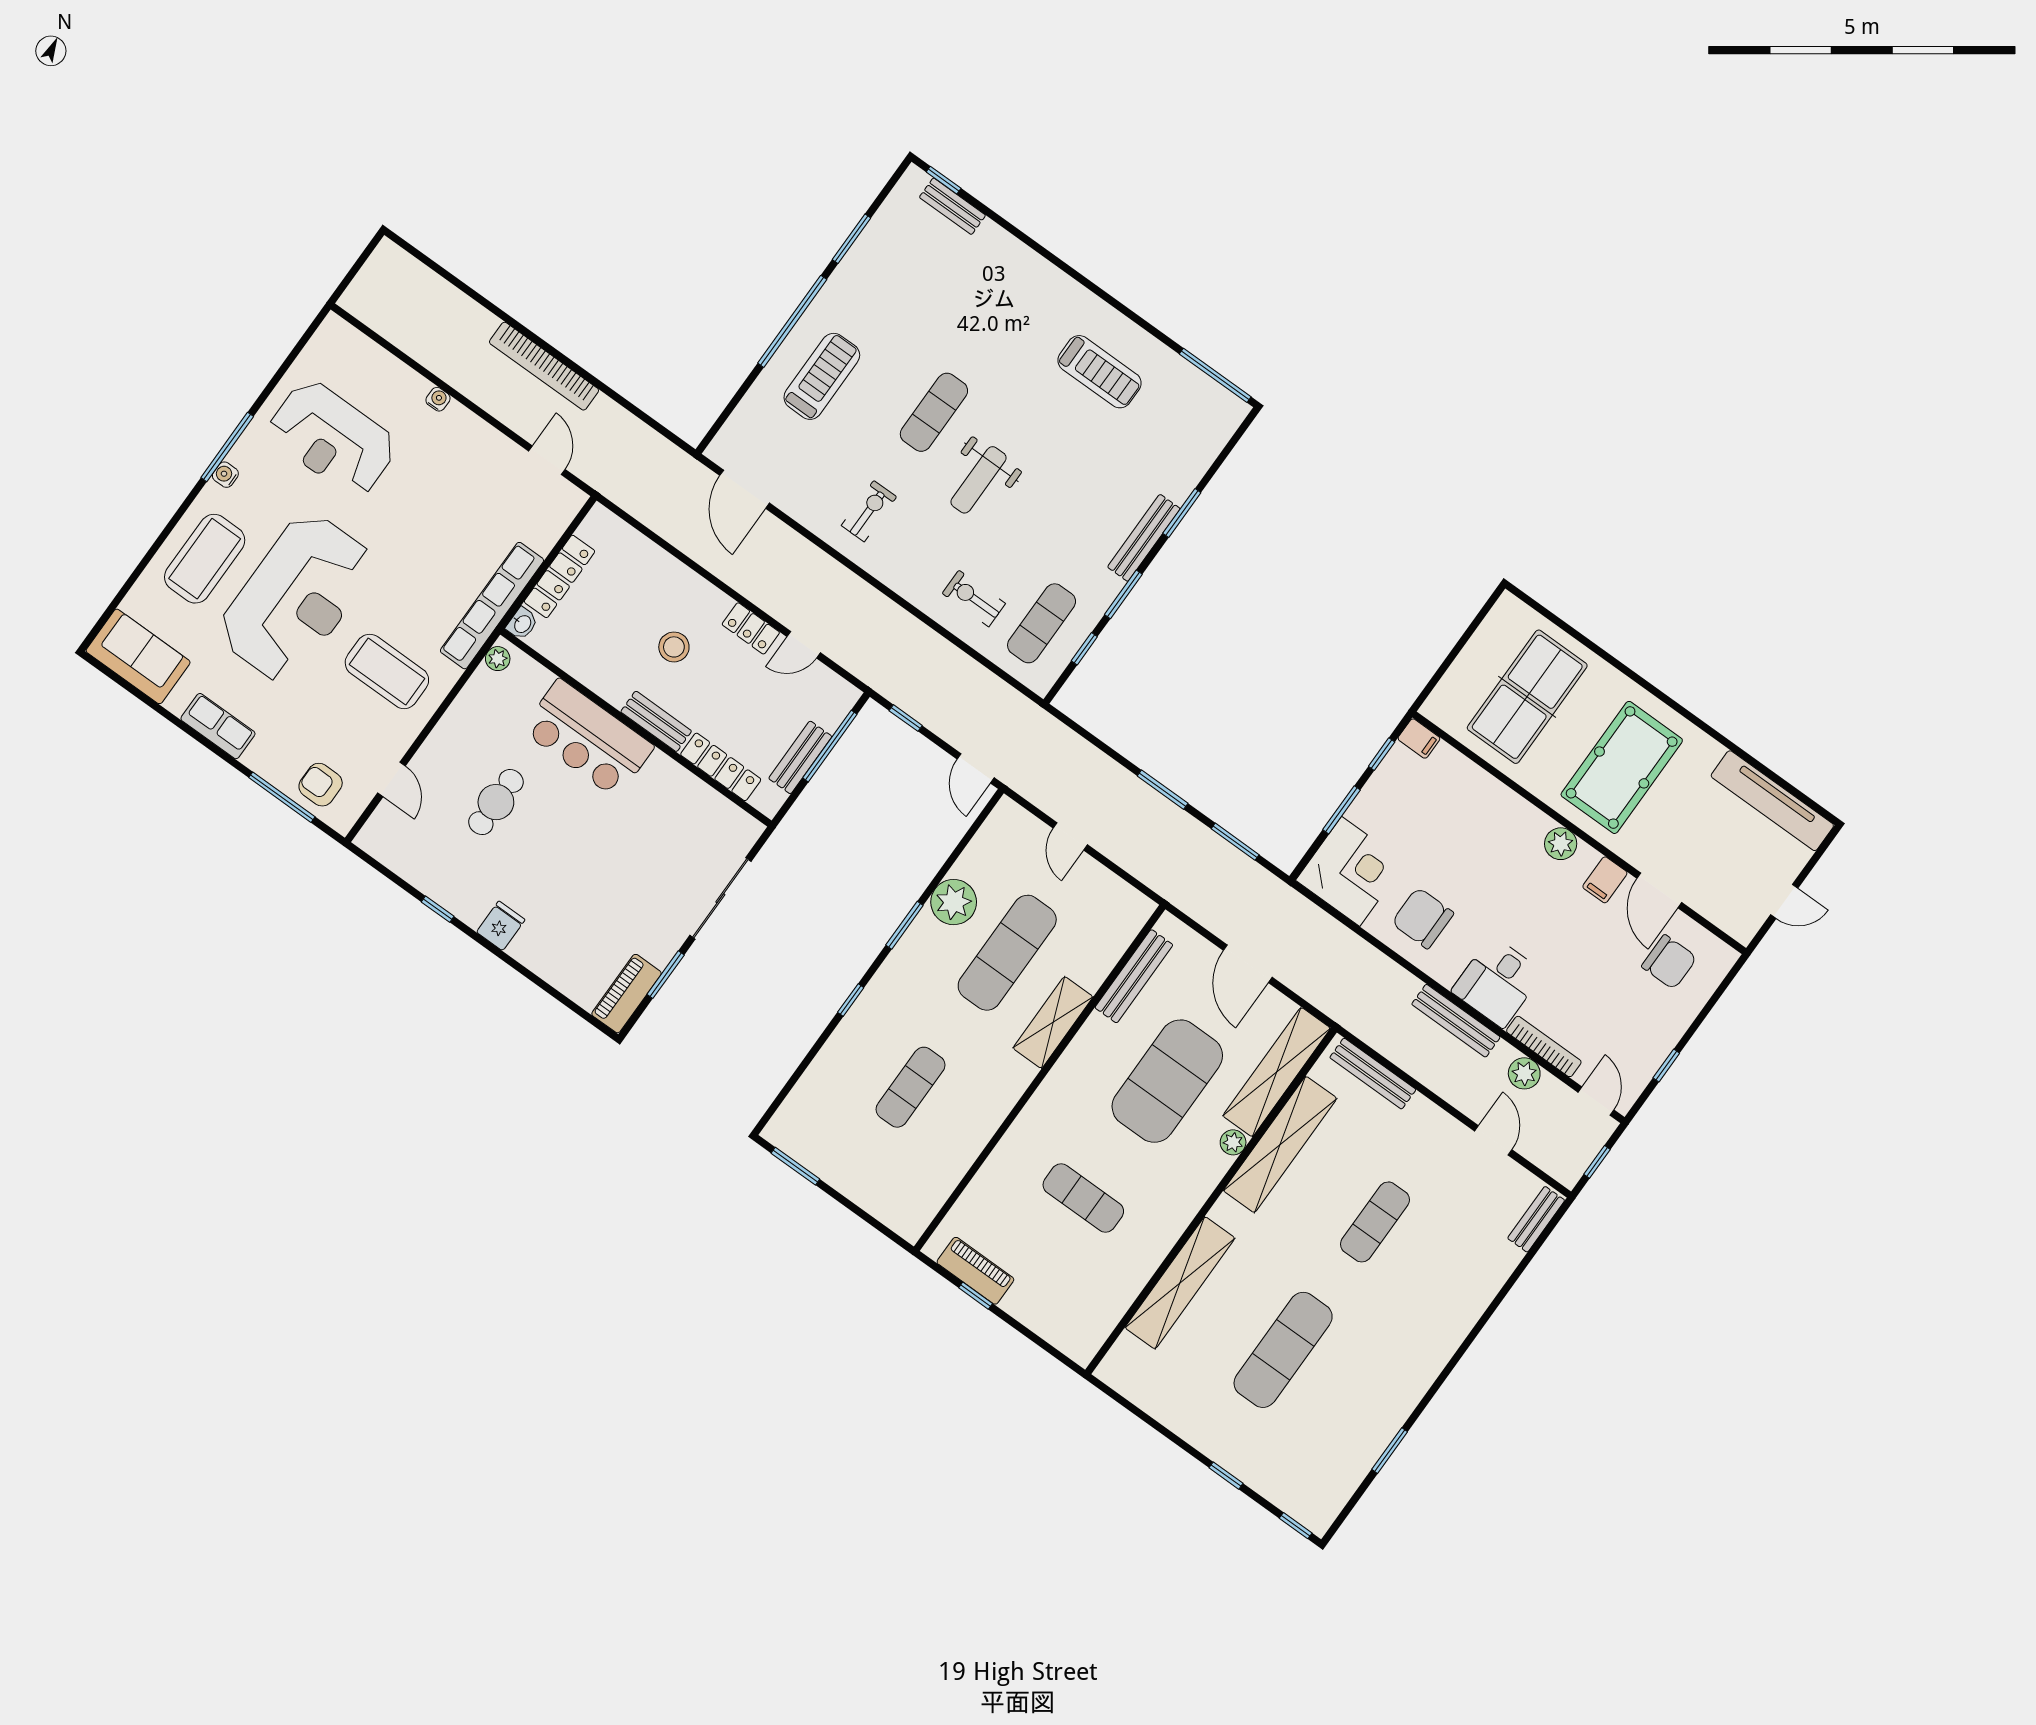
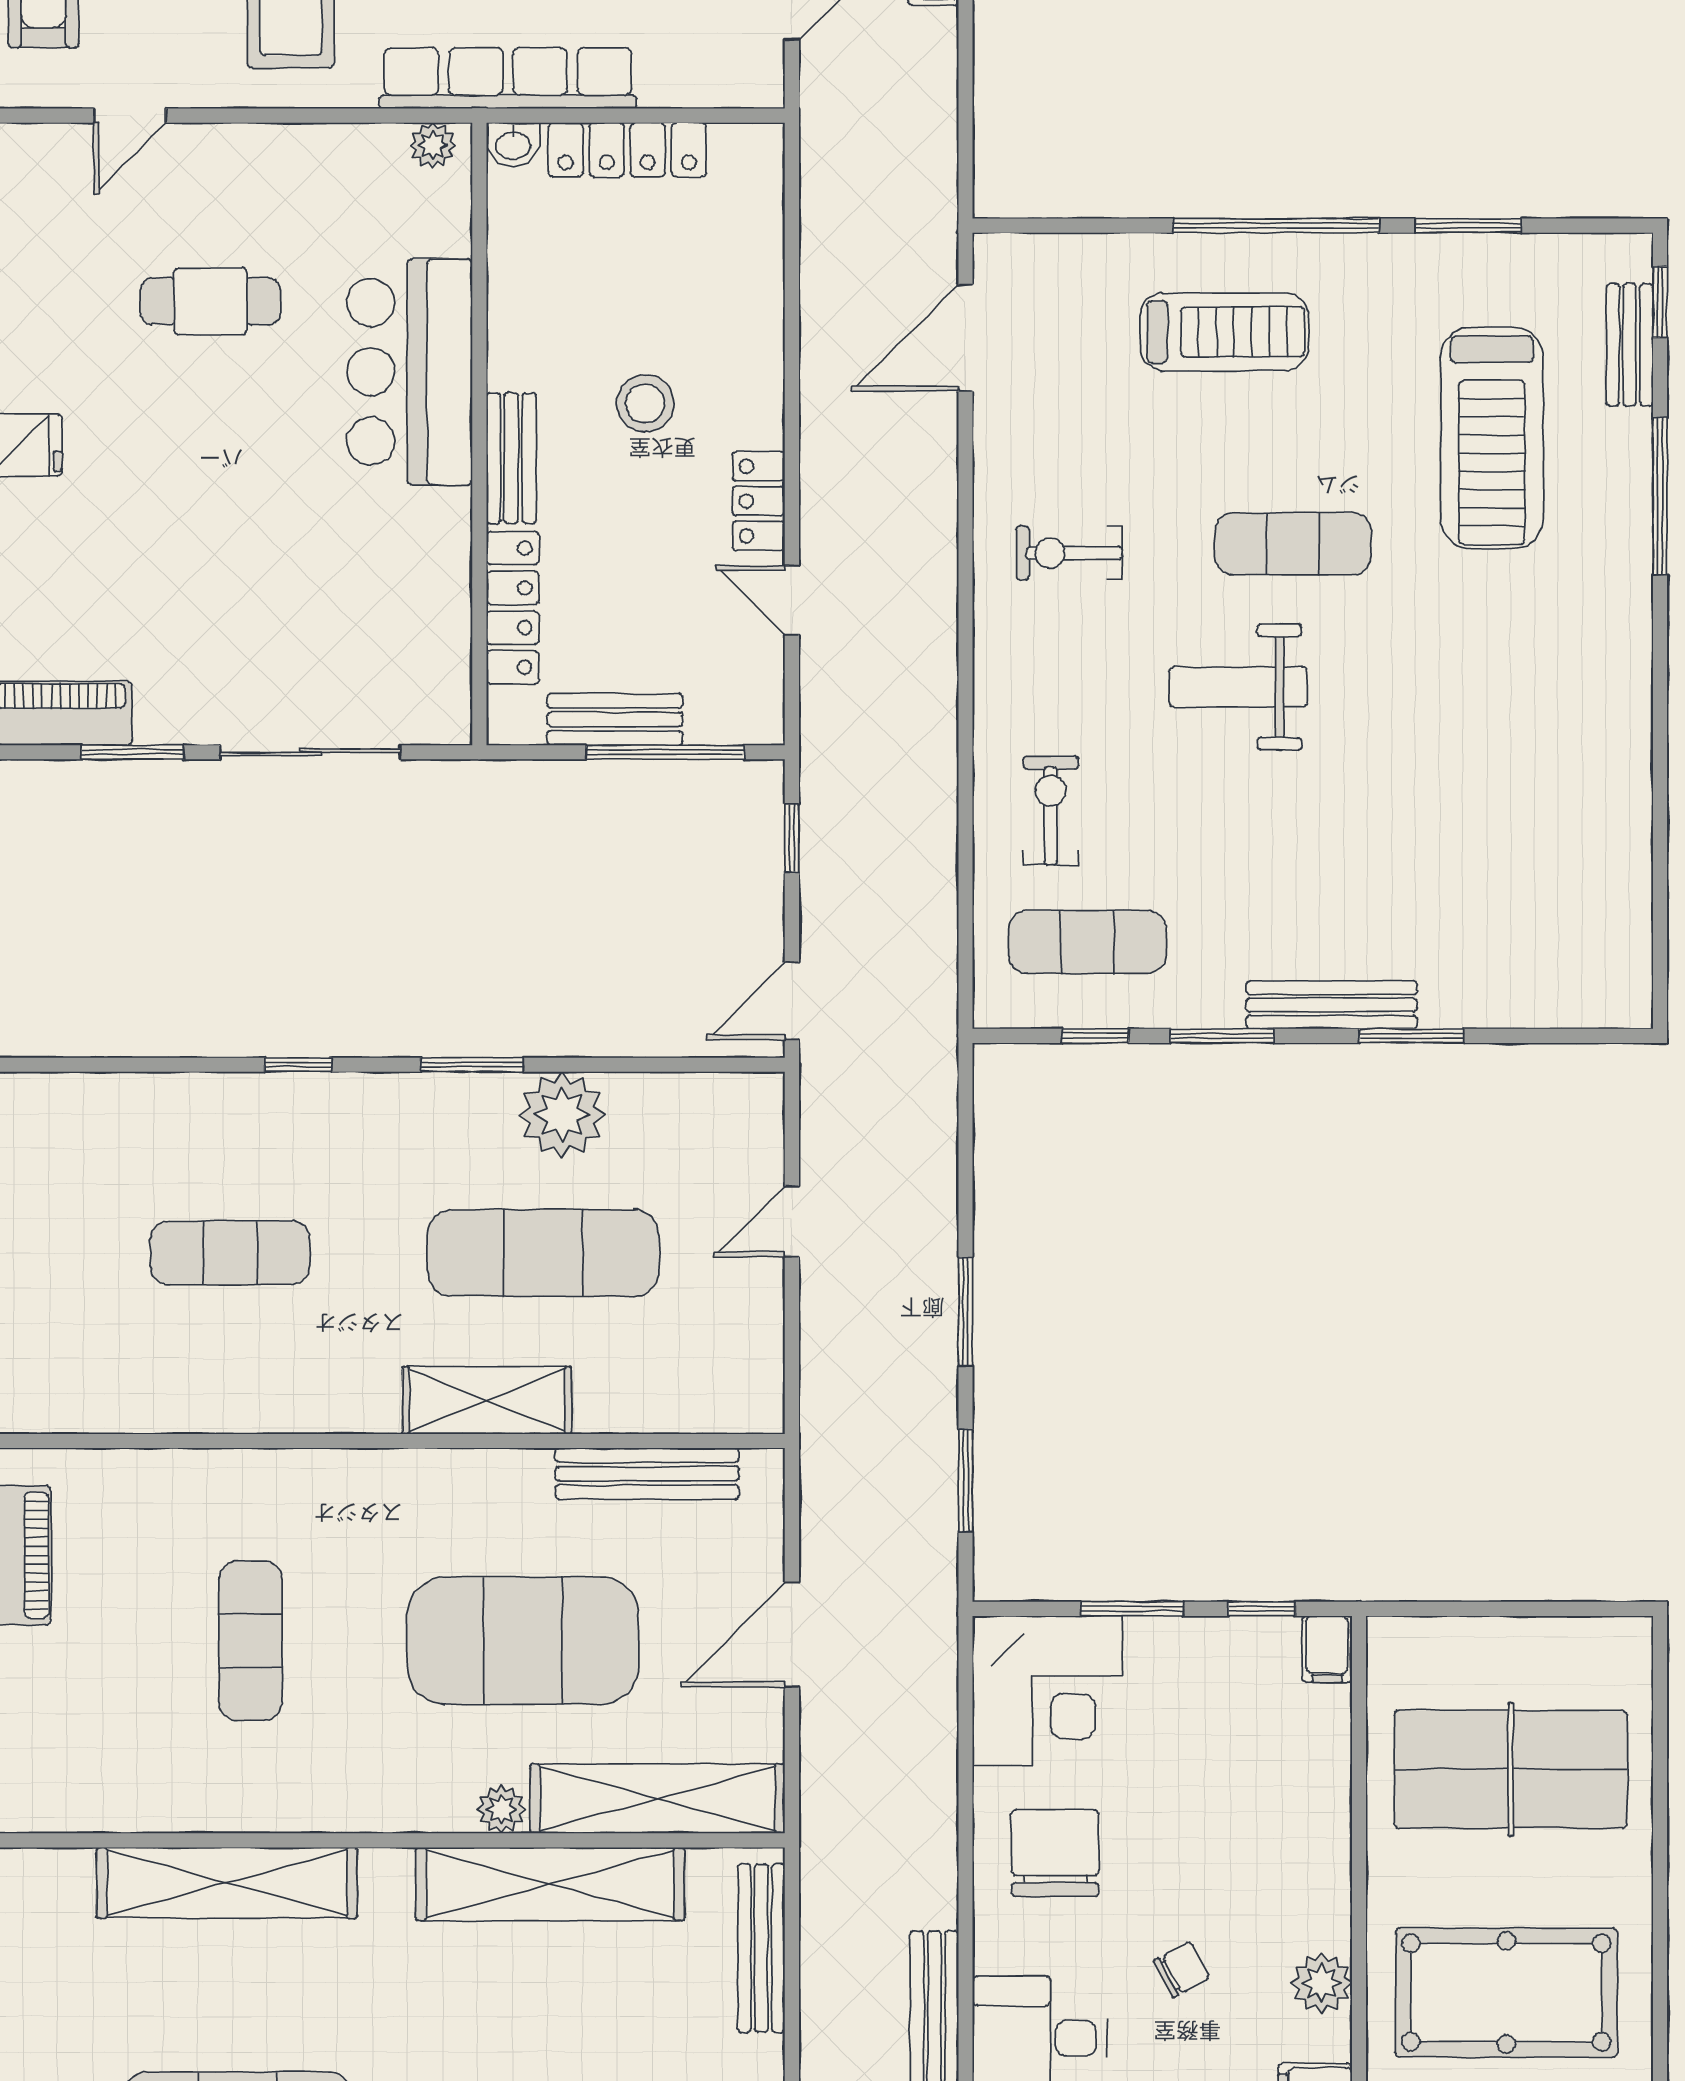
treadmill: (1099, 372) -> (1492, 438), moved, width x1.37, depth x1.38
window: (1215, 375) -> (1660, 496), moved
exercise bike: (869, 511) -> (1069, 553), turned 180
chair: (1512, 900) -> (1182, 1970), added

